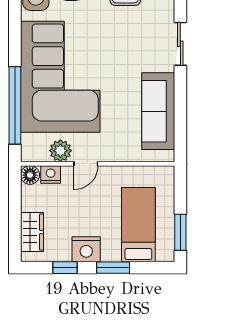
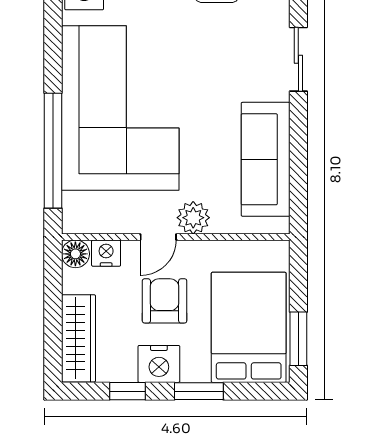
plant: (60, 151) -> (193, 218), moved
armchair: (90, 207) -> (165, 301), added
bed: (138, 225) -> (249, 327), width x1.50
wardrobe: (32, 232) -> (78, 338), width x1.50

